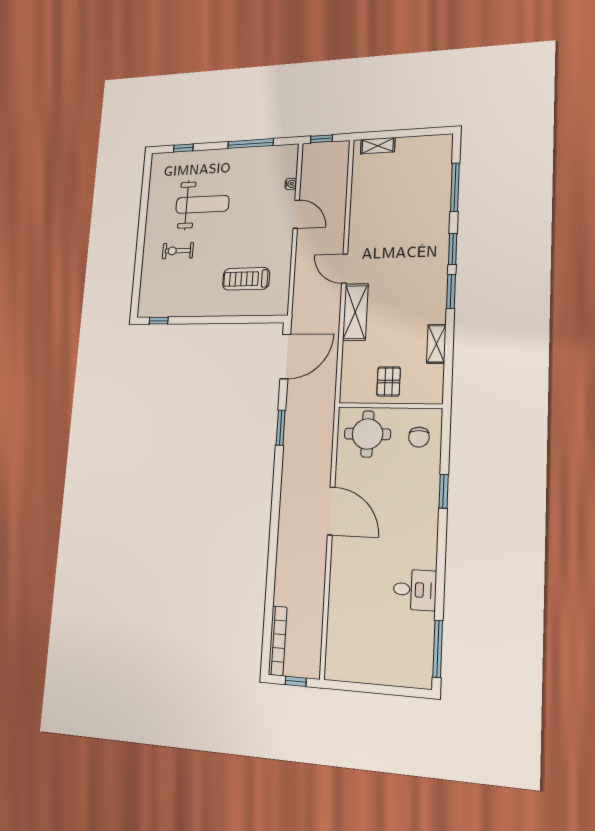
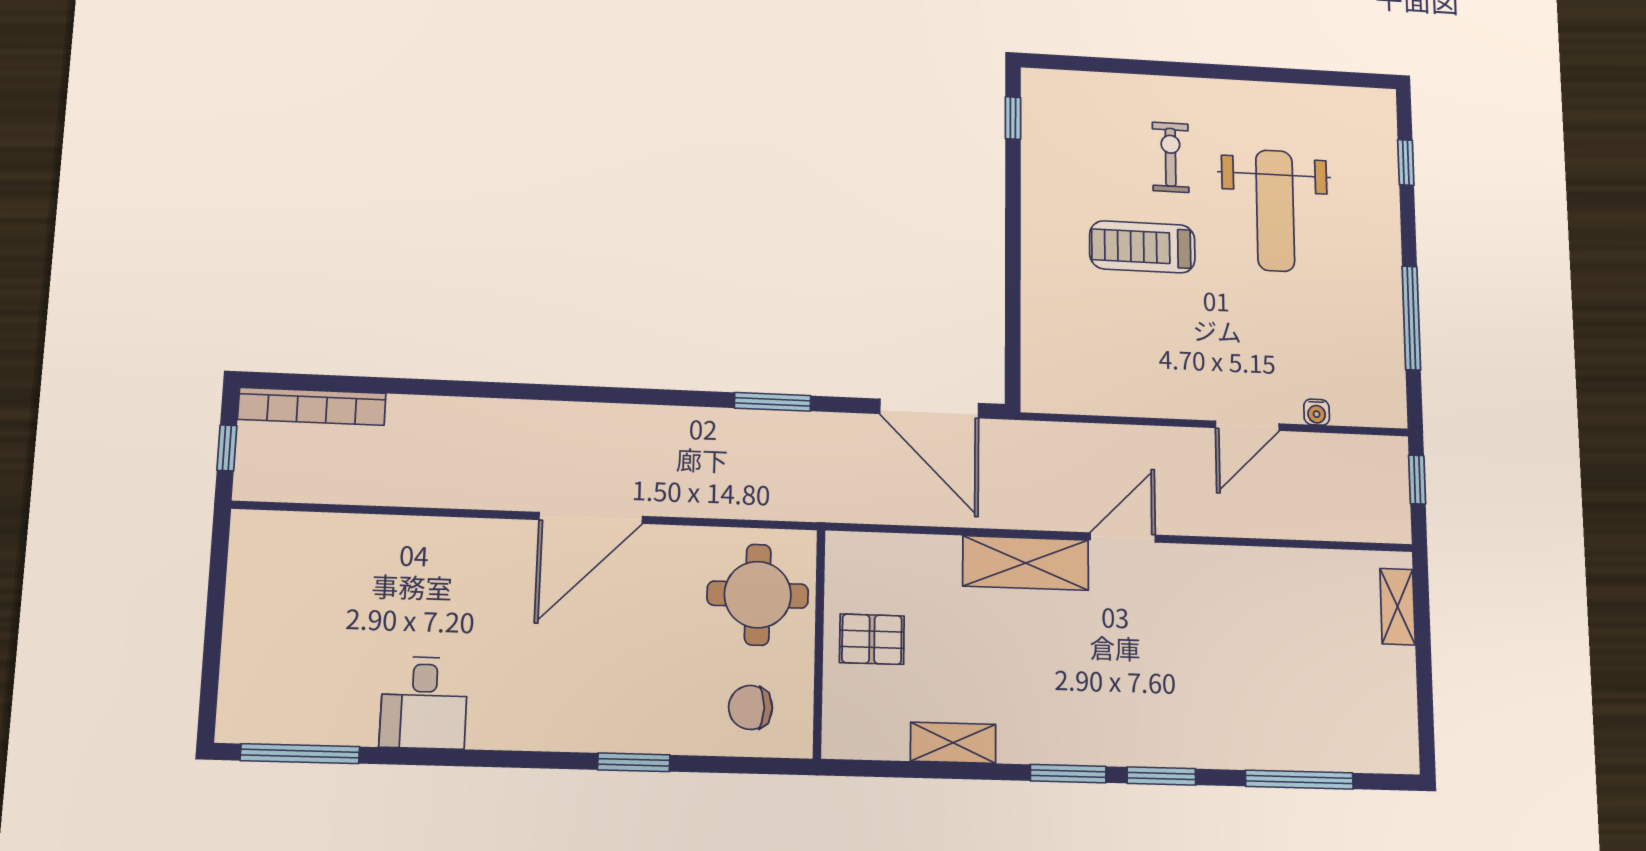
treadmill: (246, 279) -> (1142, 247), moved, turned -90

